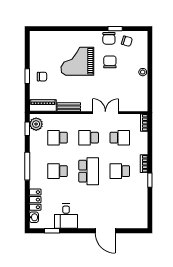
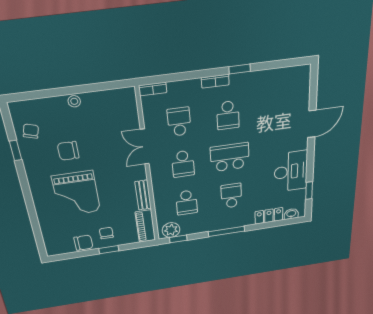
chair: (109, 38) -> (83, 243), moved
school desk: (57, 171) -> (231, 196), turned 180
desk: (66, 216) -> (291, 171), width x1.37

